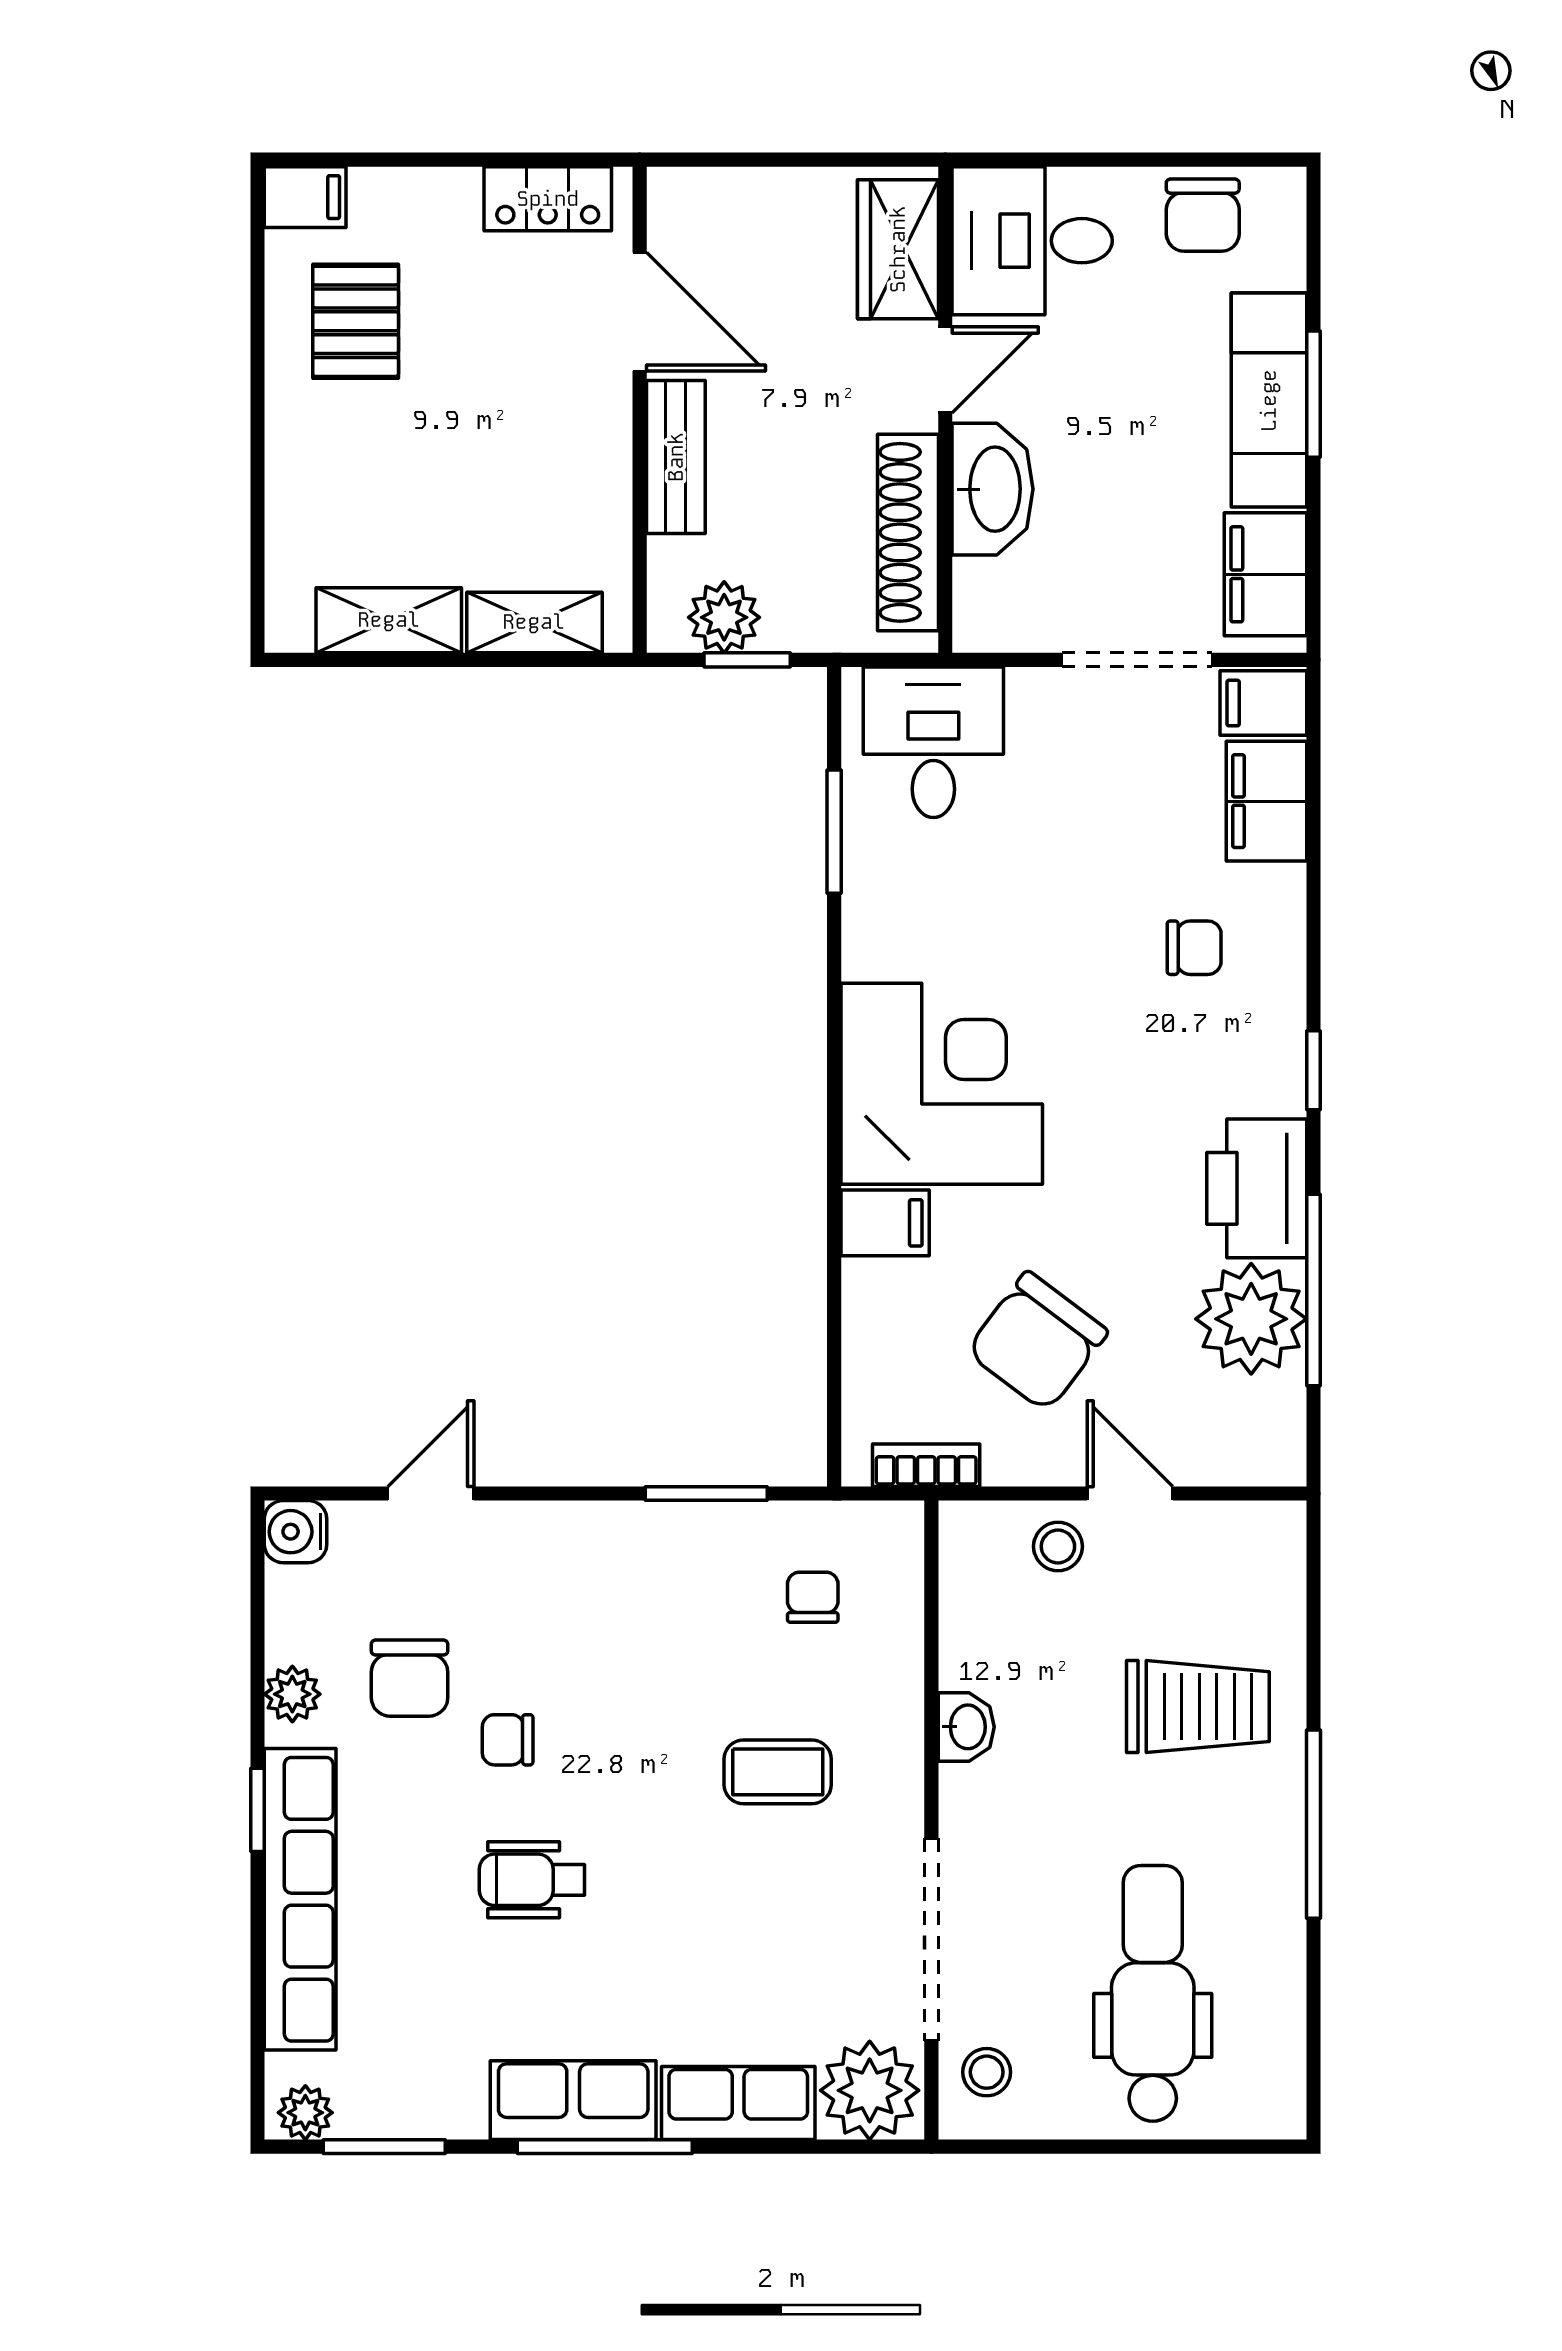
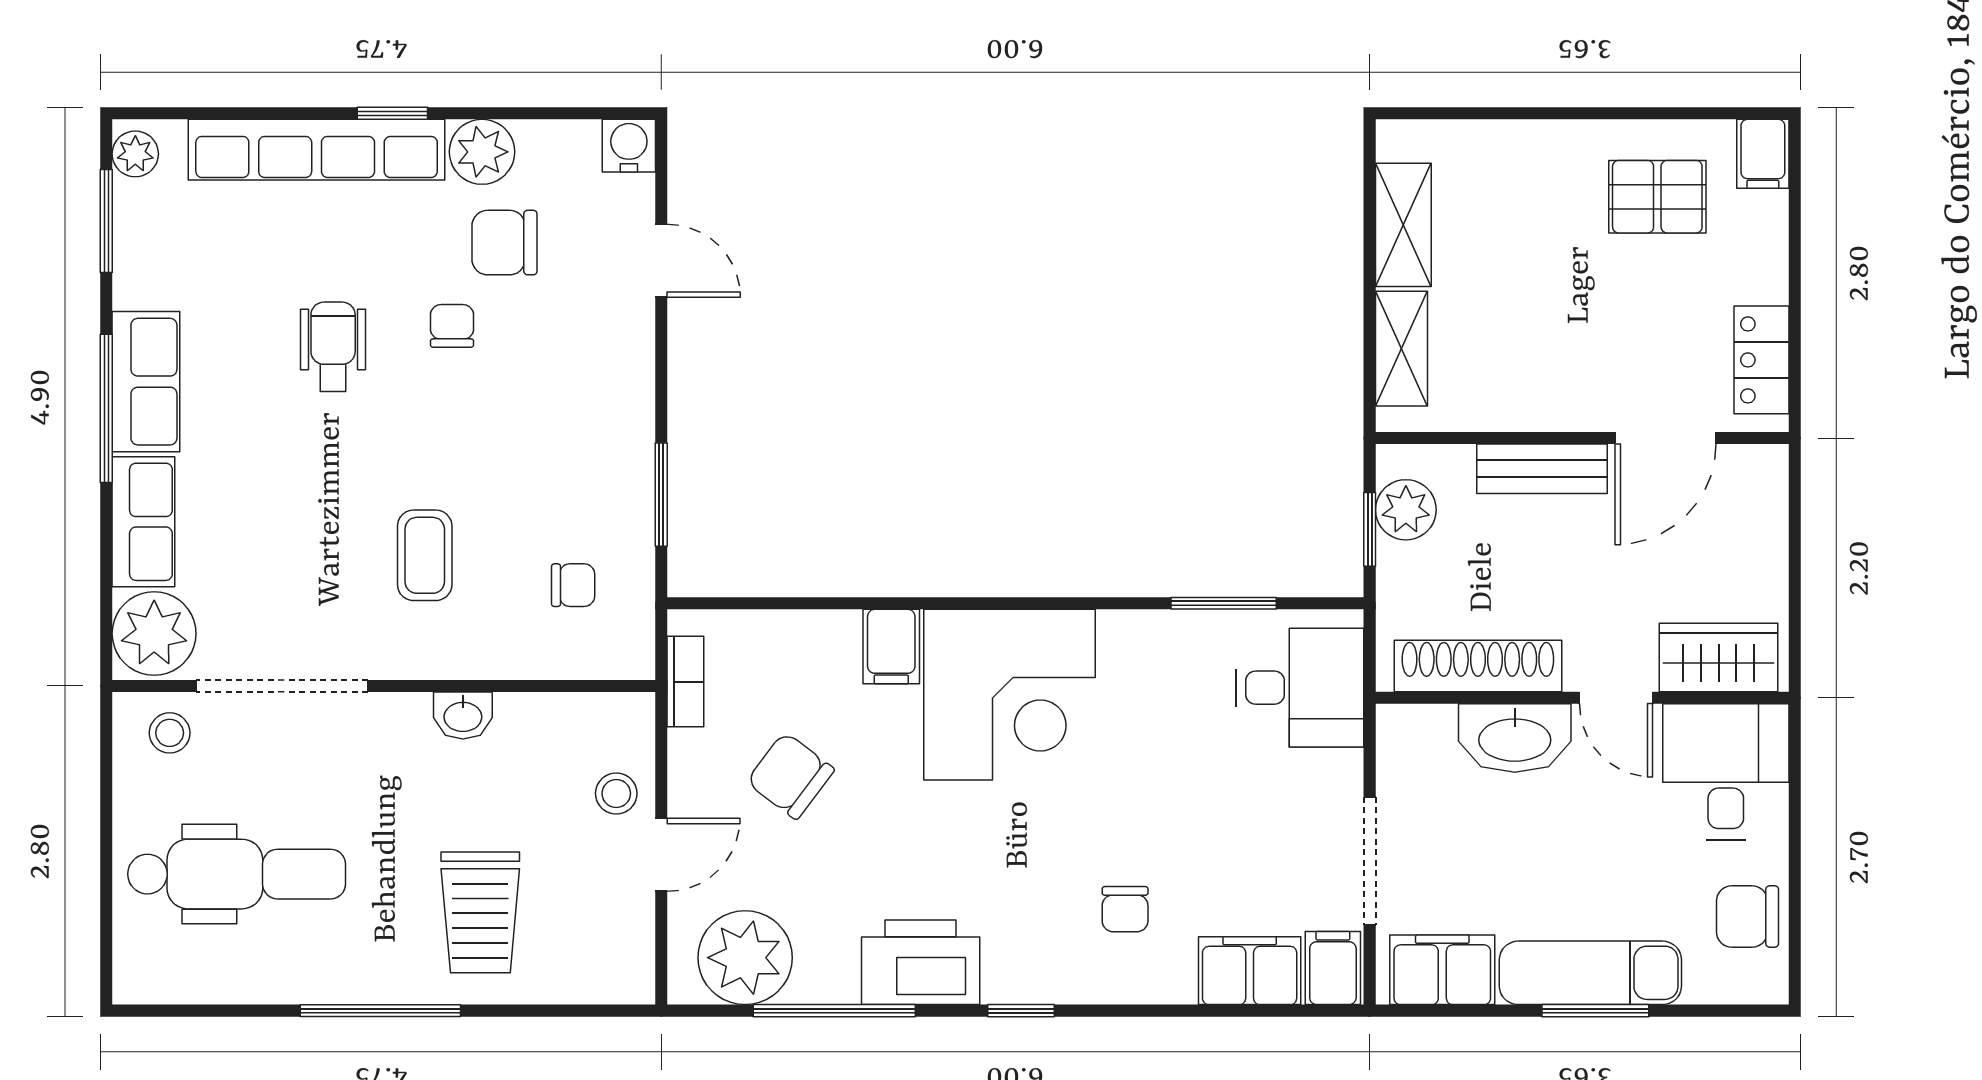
plant: (1251, 1319) -> (745, 958), moved
chair: (1037, 1342) -> (790, 776), width x0.73, depth x0.73
plant: (292, 1694) -> (482, 152), width x1.38, depth x1.38

